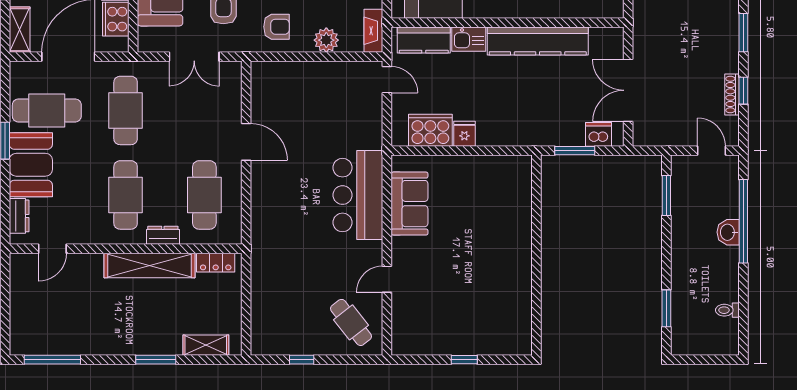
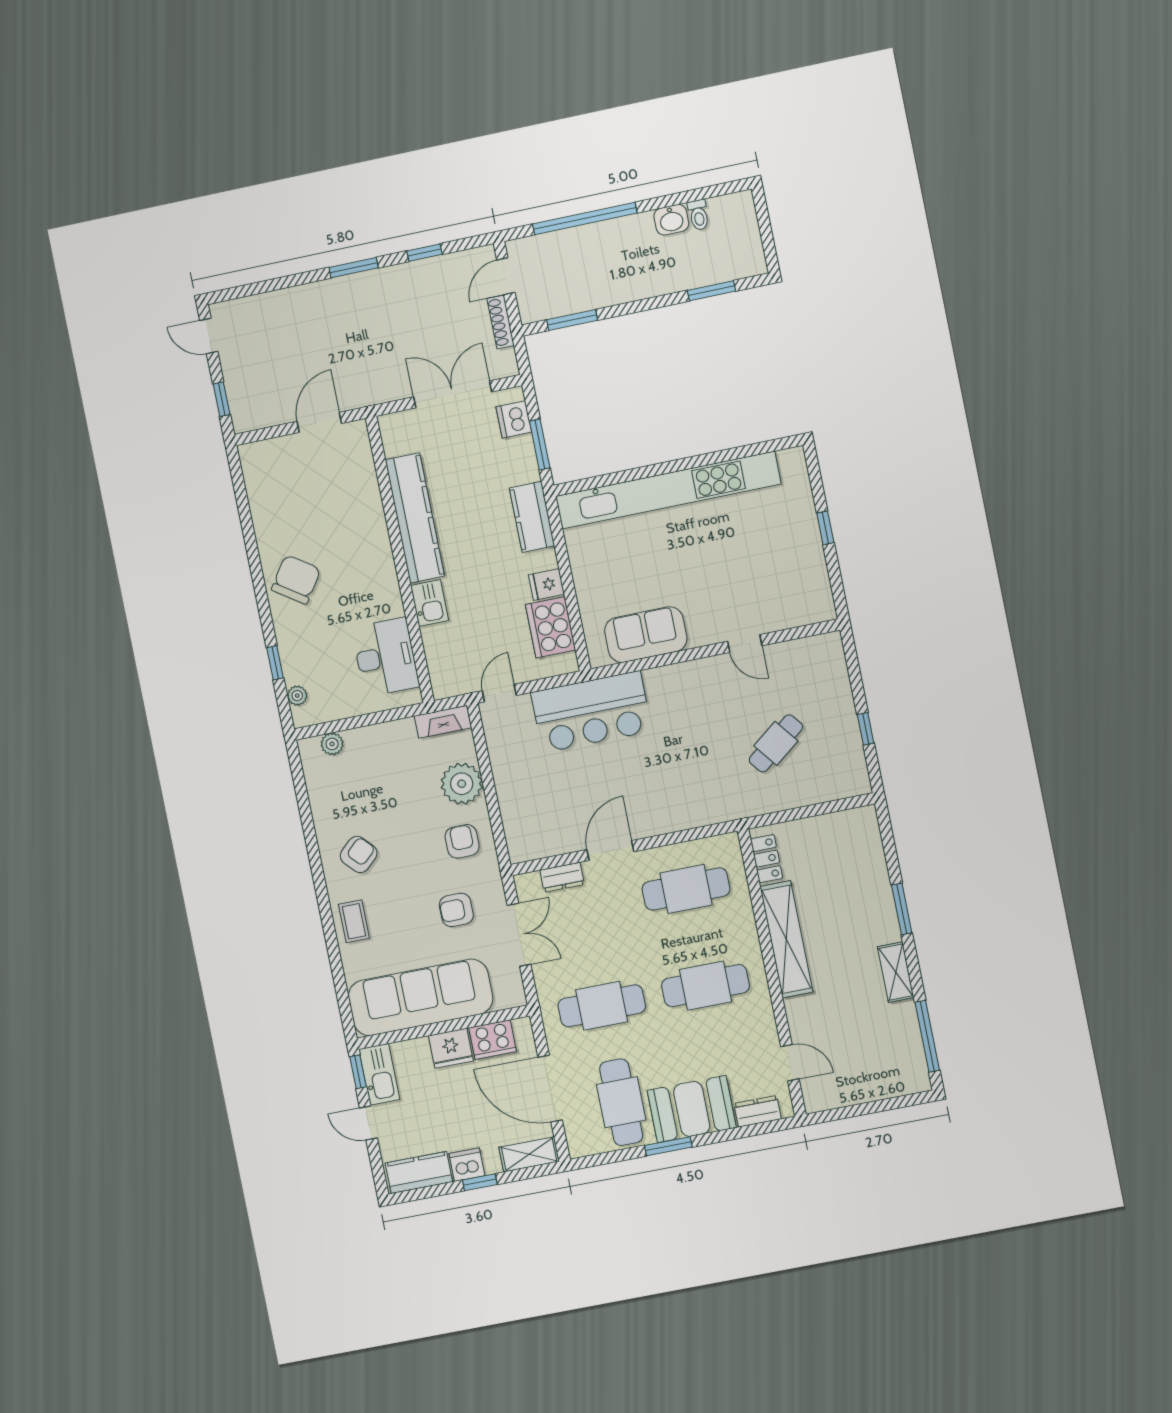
plant: (326, 40) -> (462, 784), width x1.36, depth x1.36
kitchen counter: (424, 40) -> (532, 517), moved, turned 180
double door: (628, 90) -> (453, 394), swing flipped
shoe rack: (732, 95) -> (501, 322), moved, turned 90
bar counter: (358, 195) -> (591, 712), moved
washbasin: (728, 232) -> (671, 220), moved
dresser: (163, 235) -> (562, 877), moved, turned -90
kitchen unit: (519, 244) -> (668, 490), added
cafe table: (351, 322) -> (776, 743), moved
shelving: (206, 345) -> (896, 972), moved

